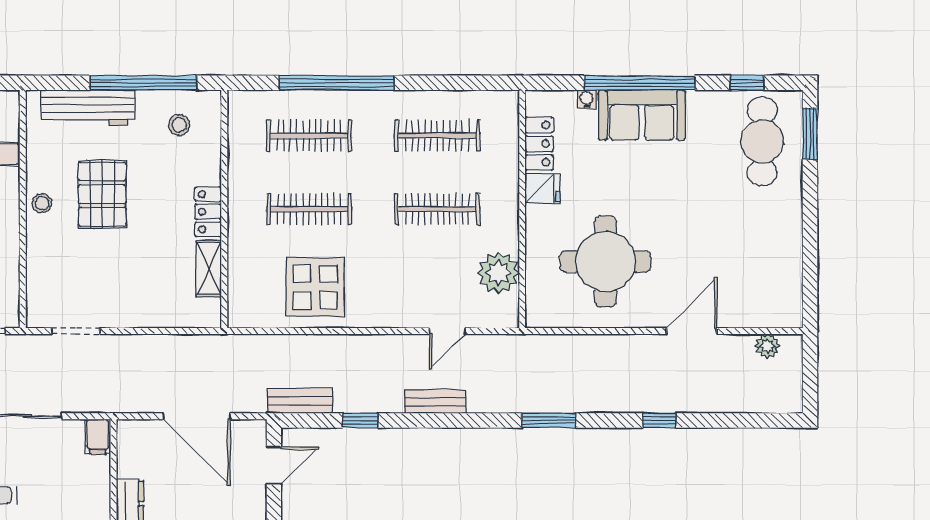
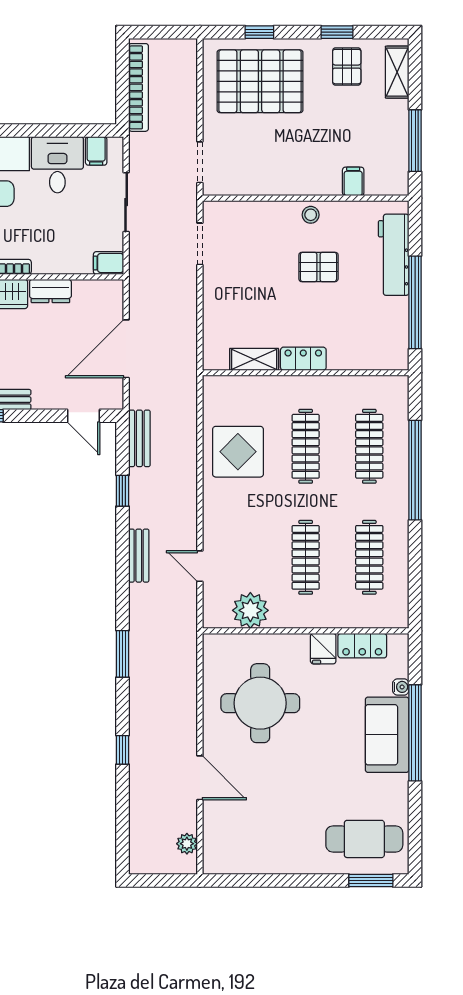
window: (747, 83) -> (415, 826), removed
stool: (179, 125) -> (379, 334), removed
pallet: (102, 194) -> (318, 267), width x0.67, depth x0.71

